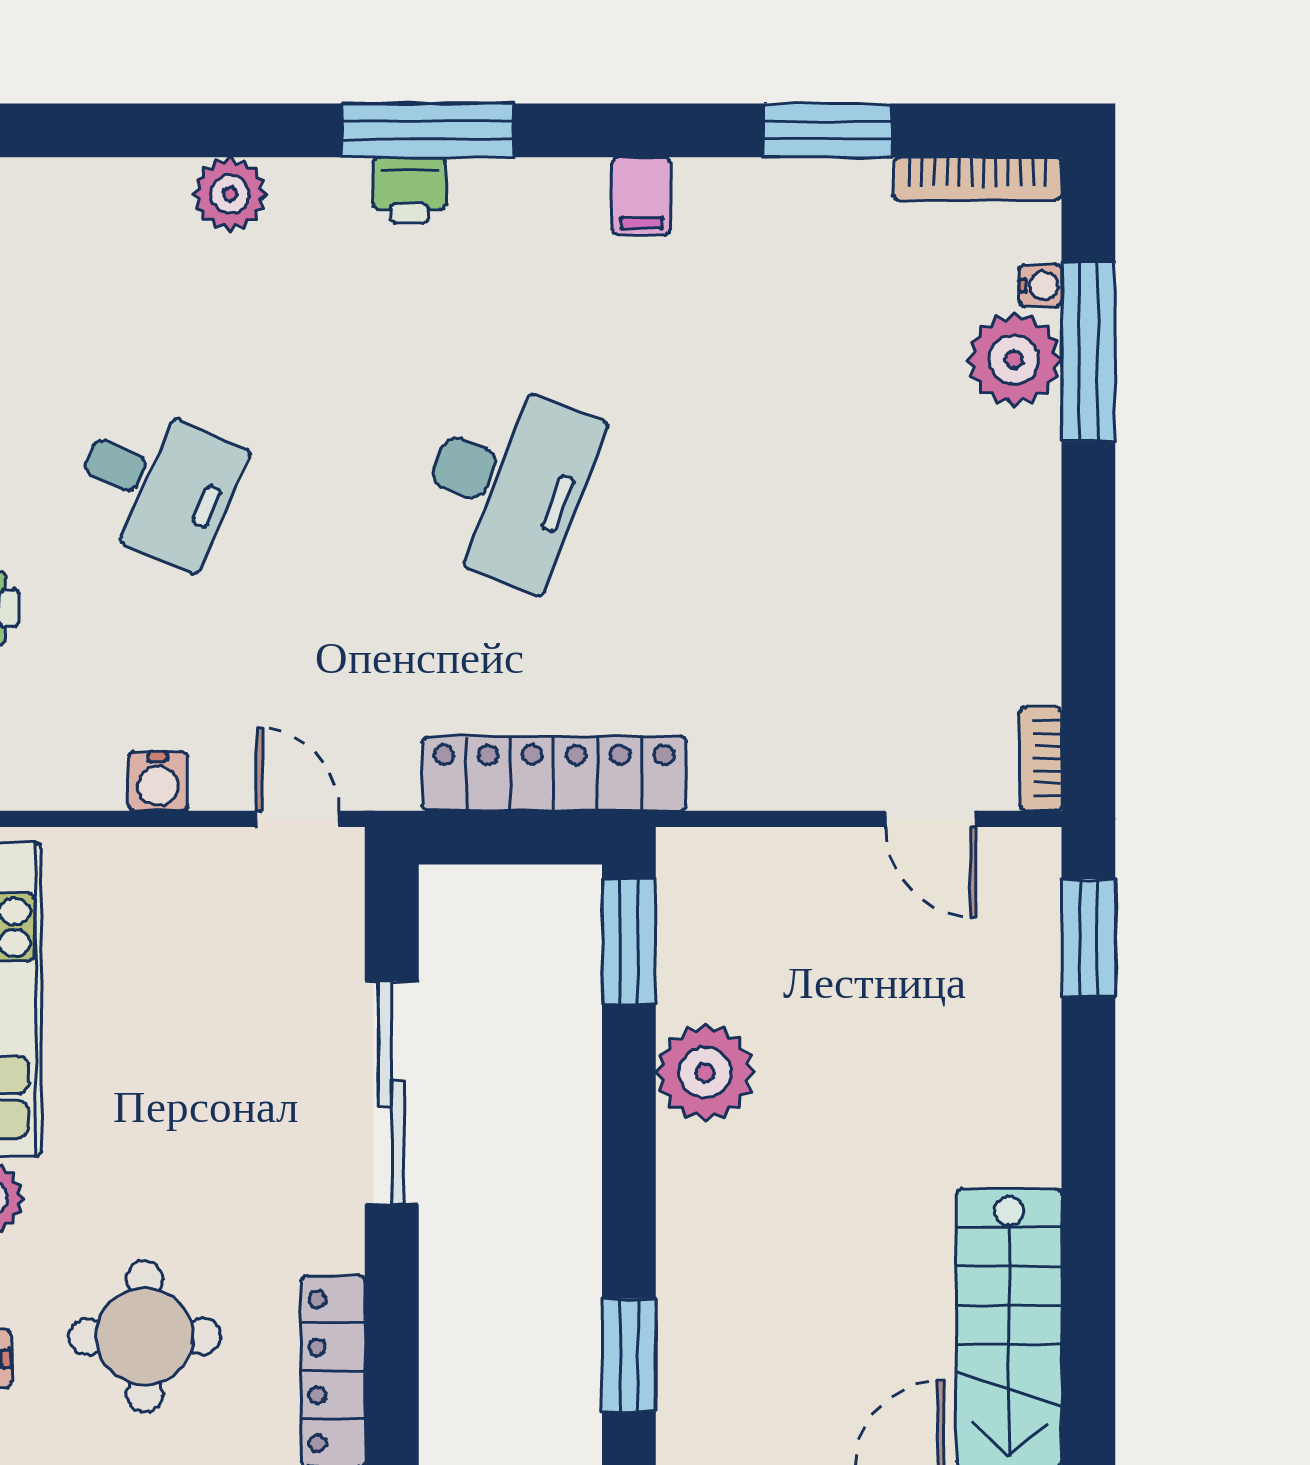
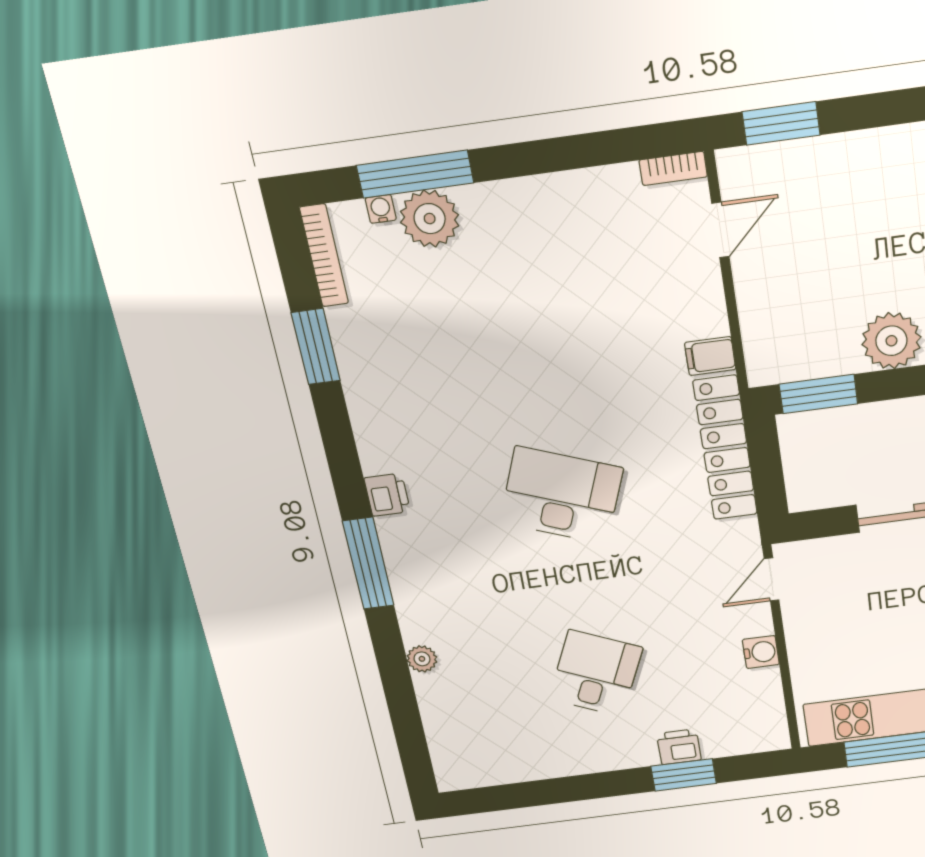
printer: (410, 190) -> (387, 495), moved
plant: (230, 194) -> (422, 659), width x0.73, depth x0.73
filing cabinet: (641, 196) -> (710, 356), moved, turned 180

